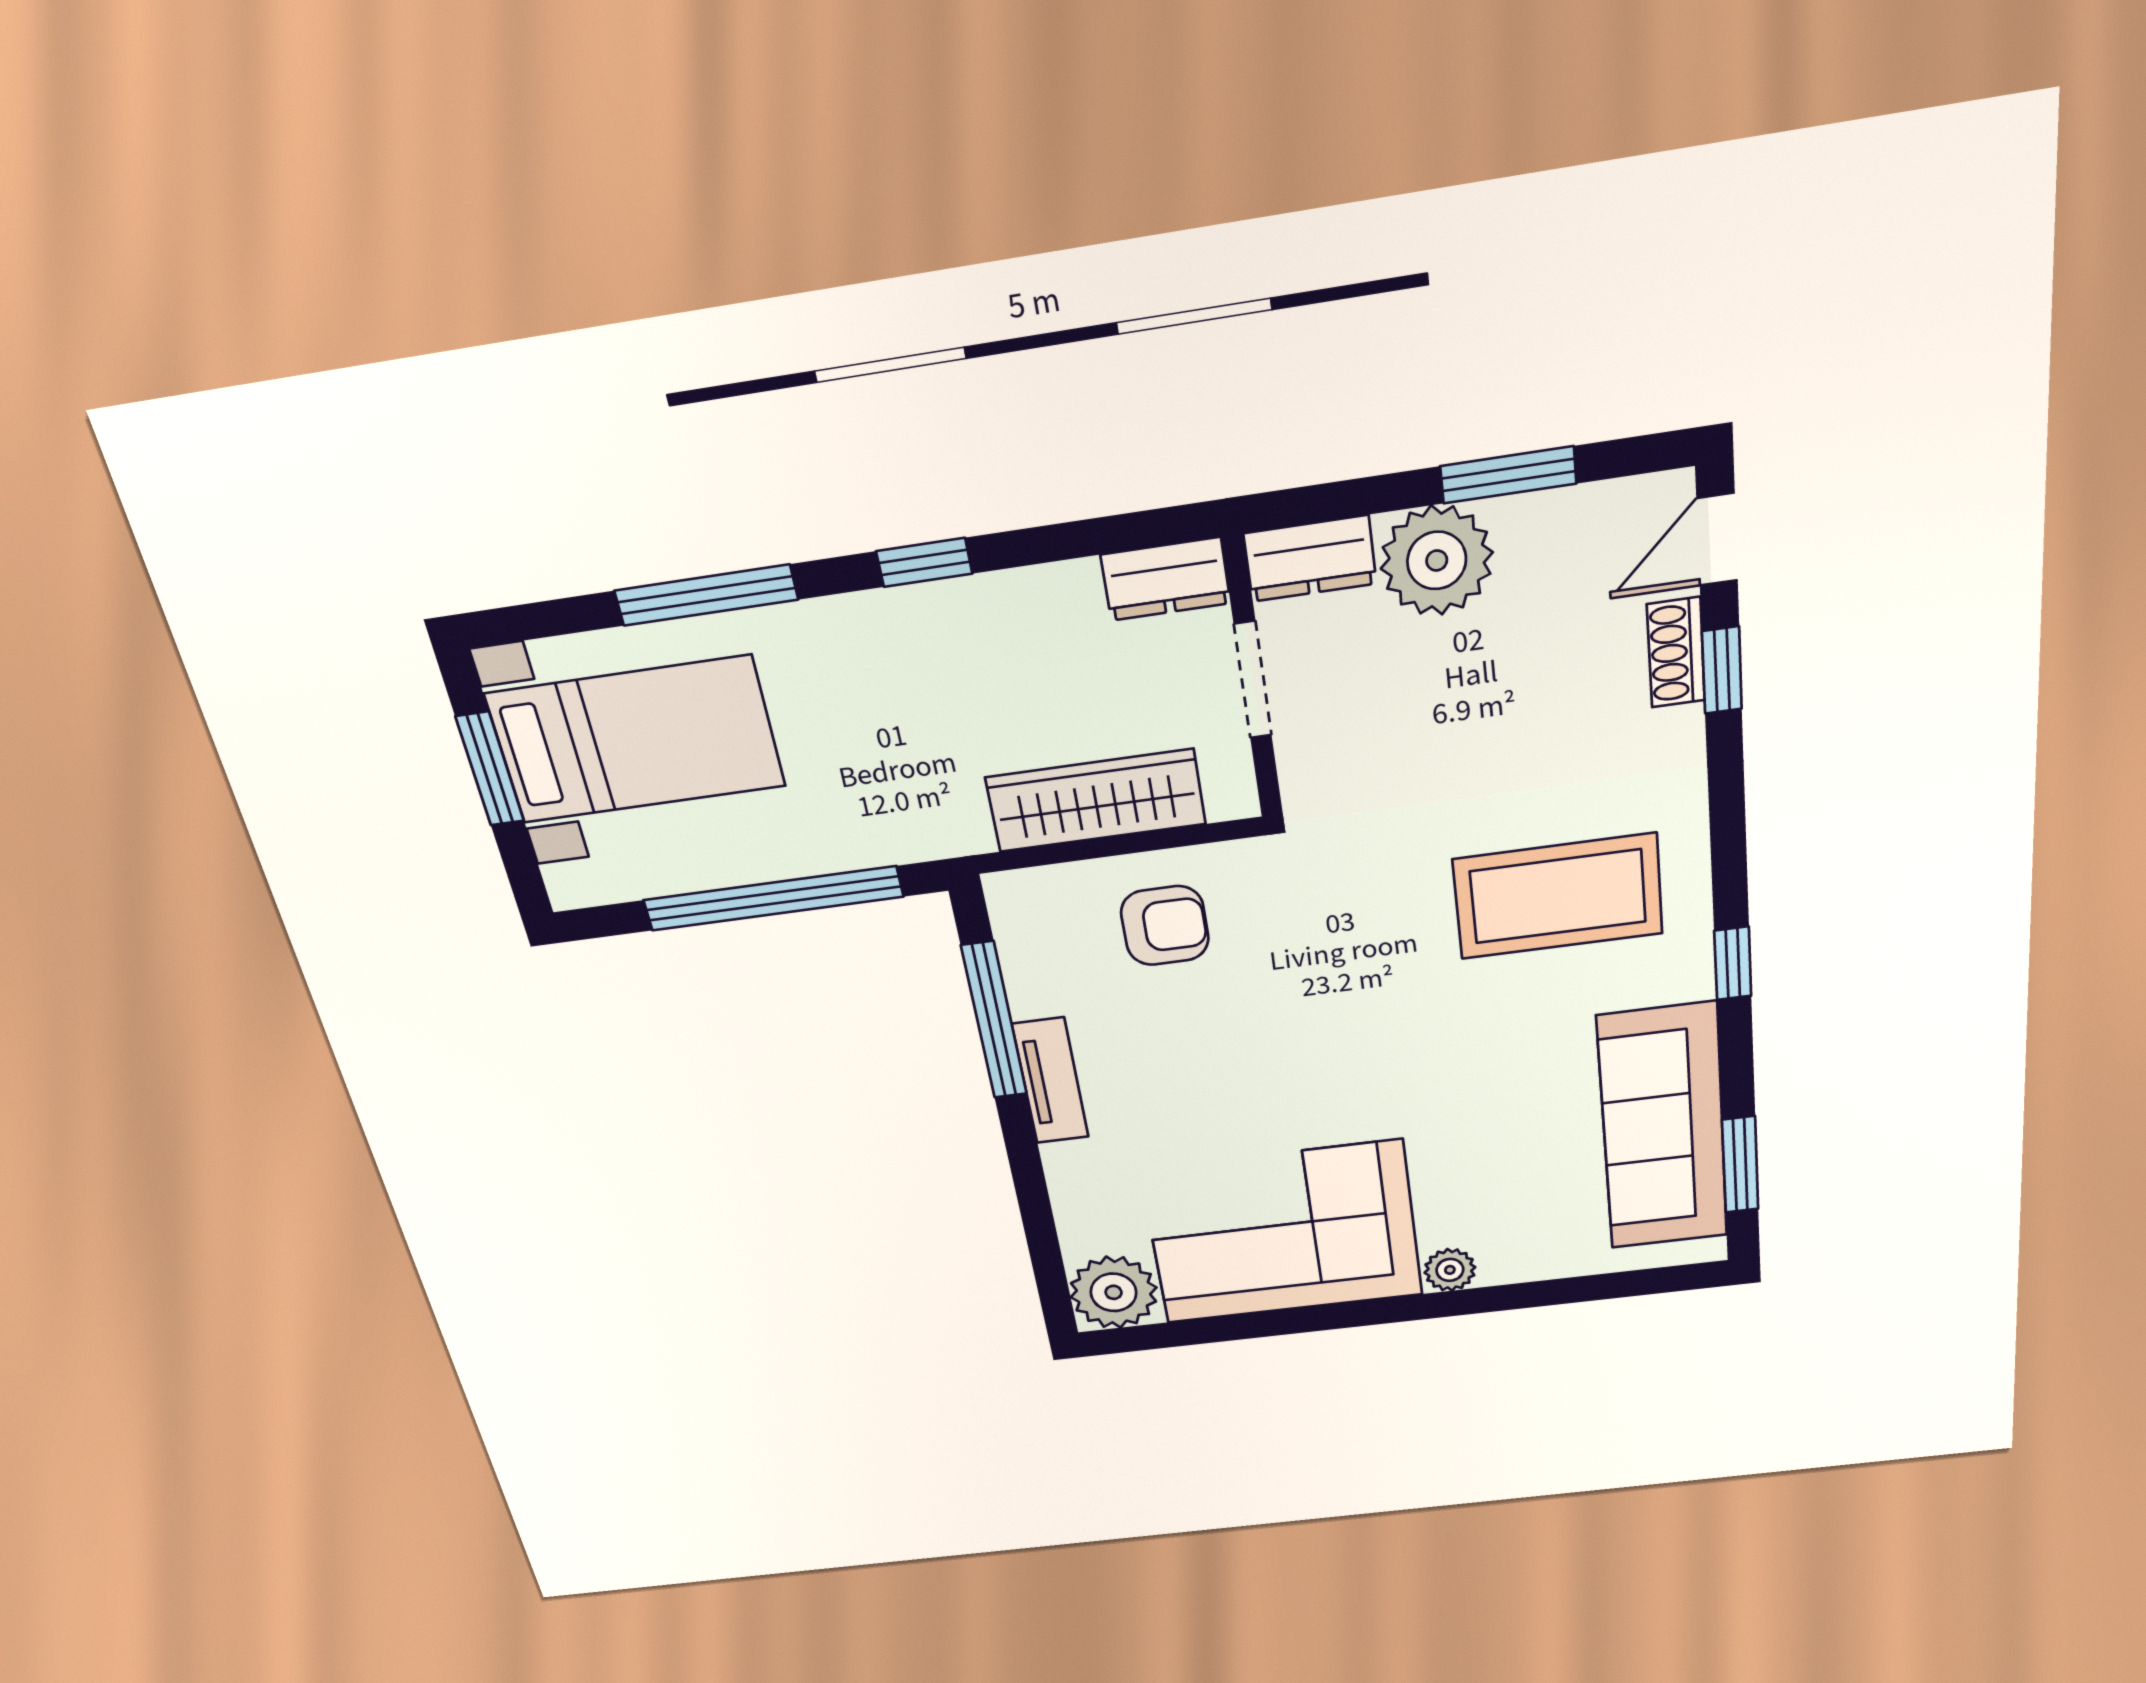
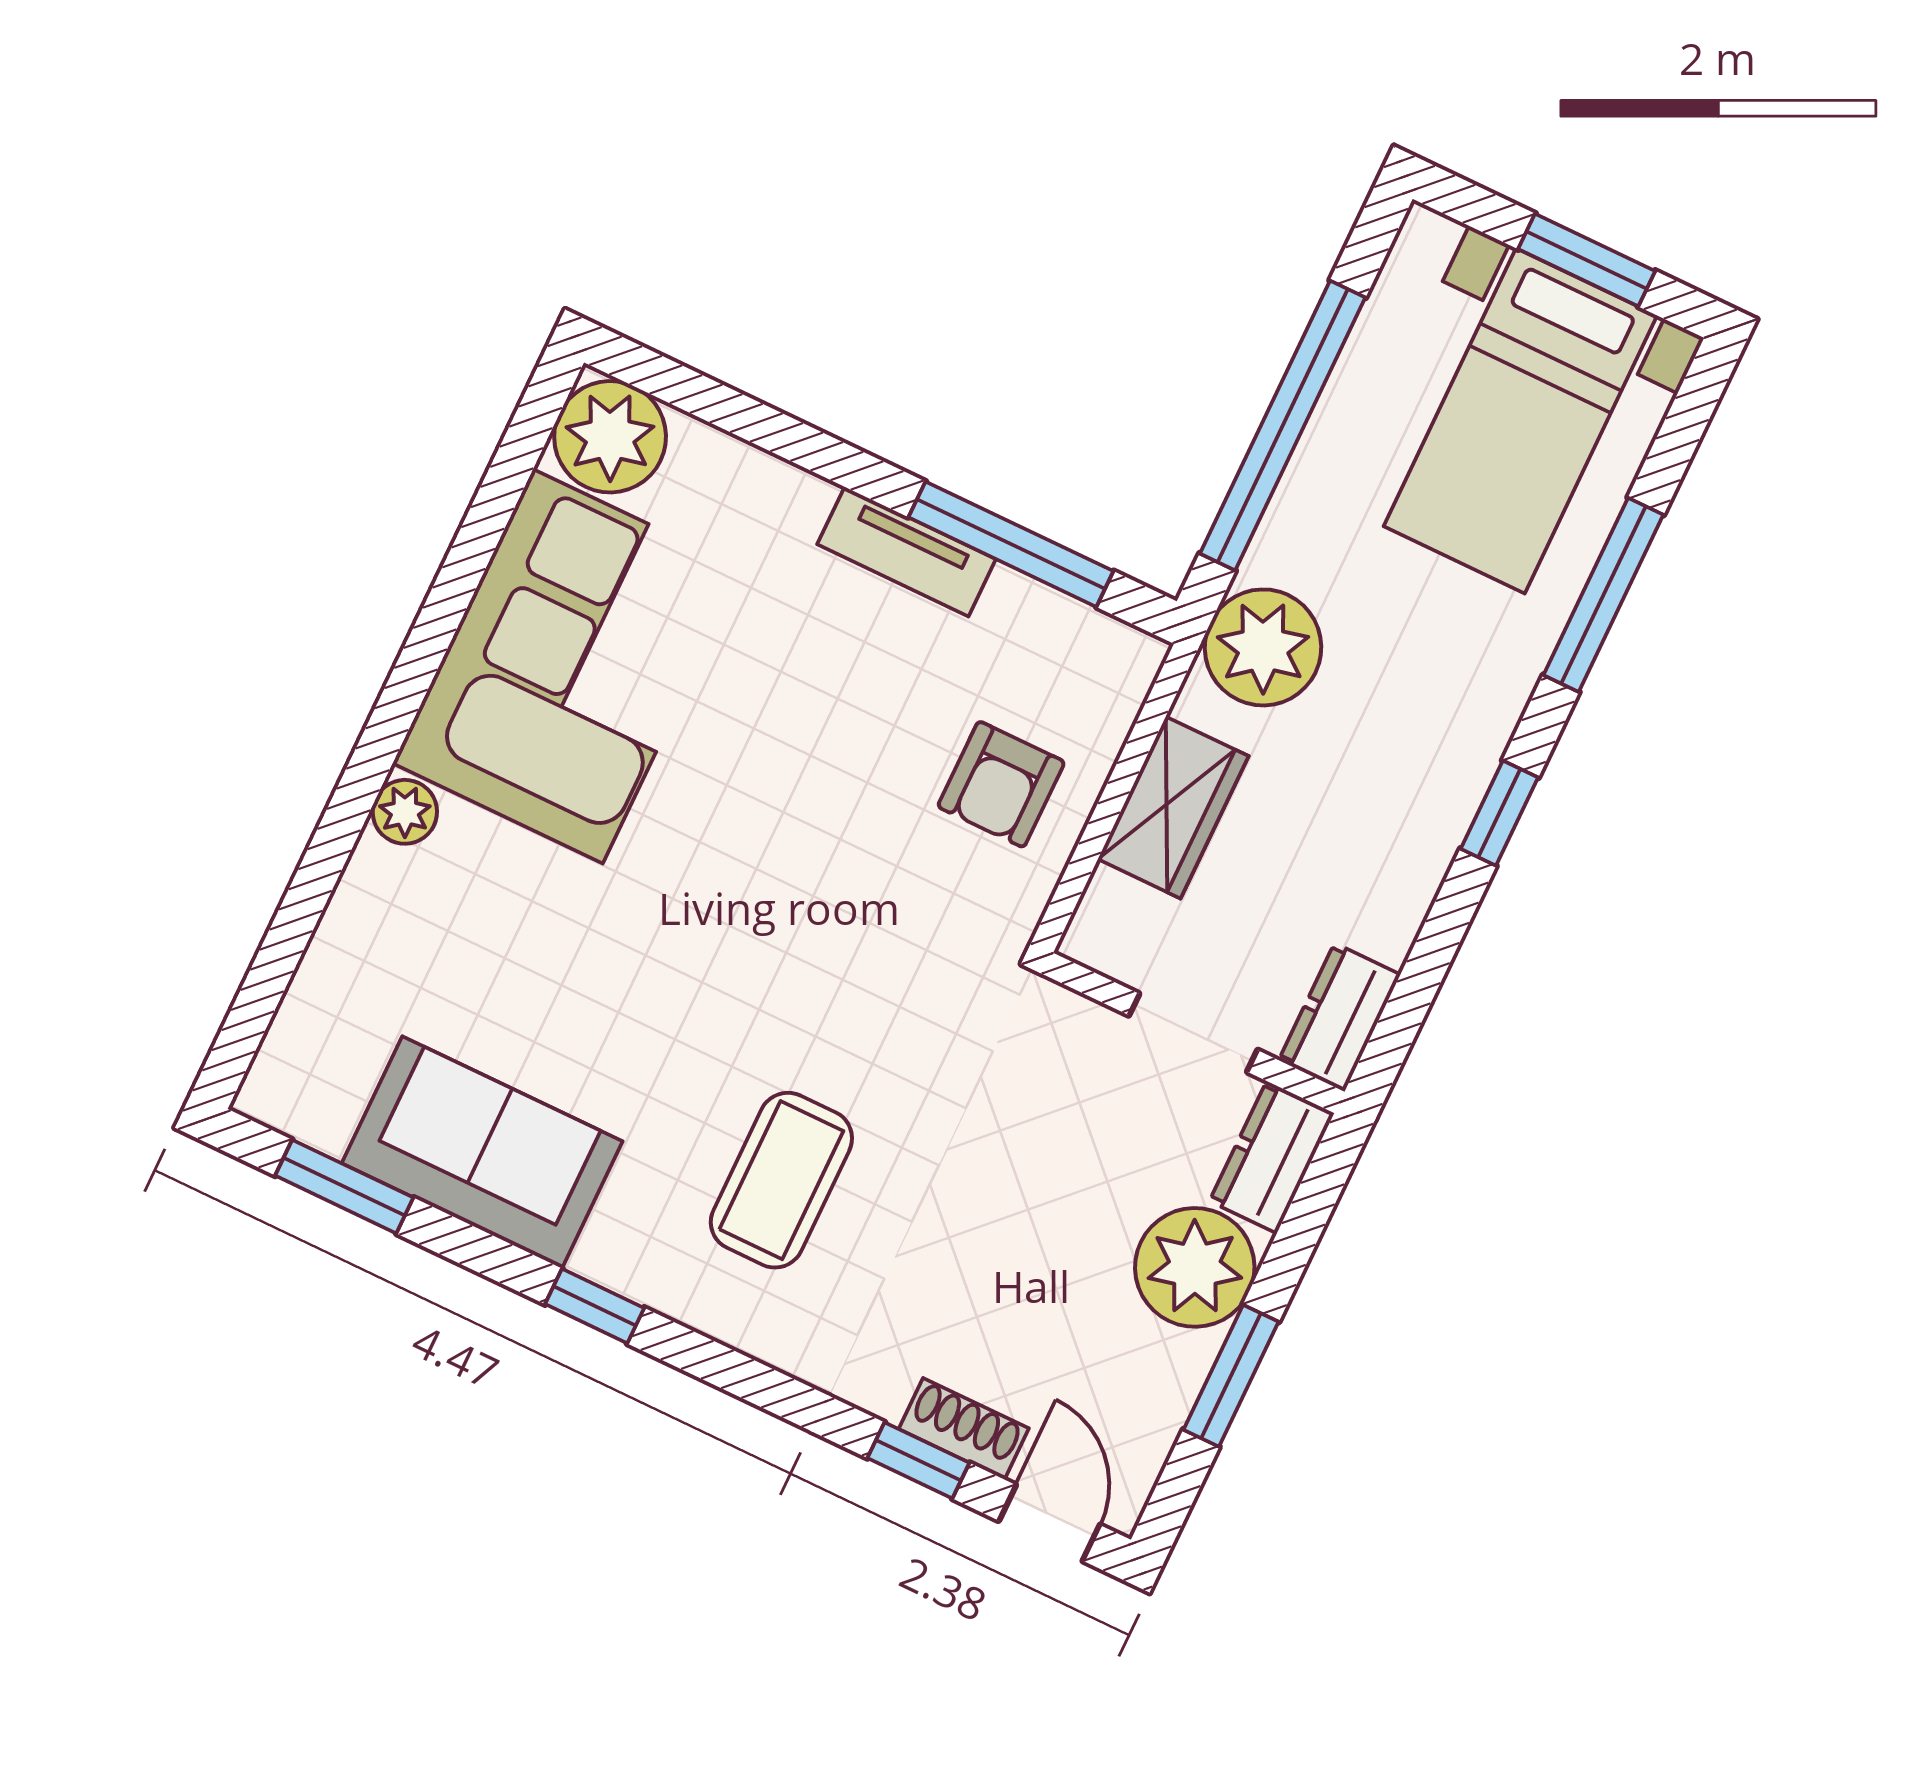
wardrobe: (1096, 801) -> (1173, 808), width x0.67
plant: (935, 813) -> (1263, 647), added
coffee table: (1558, 896) -> (781, 1180), width x0.73, depth x0.76
sofa: (1663, 1128) -> (482, 1152), width x0.73

